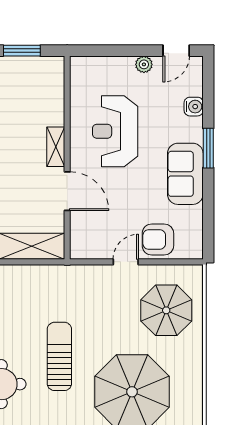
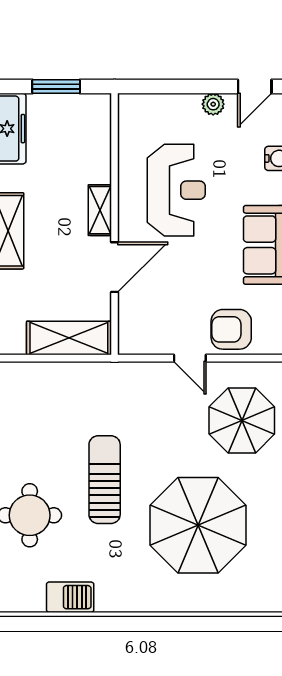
reception desk: (115, 131) -> (176, 190), turned 180
door: (67, 191) -> (115, 267), hinge flipped
door: (126, 262) -> (190, 358), swing flipped

